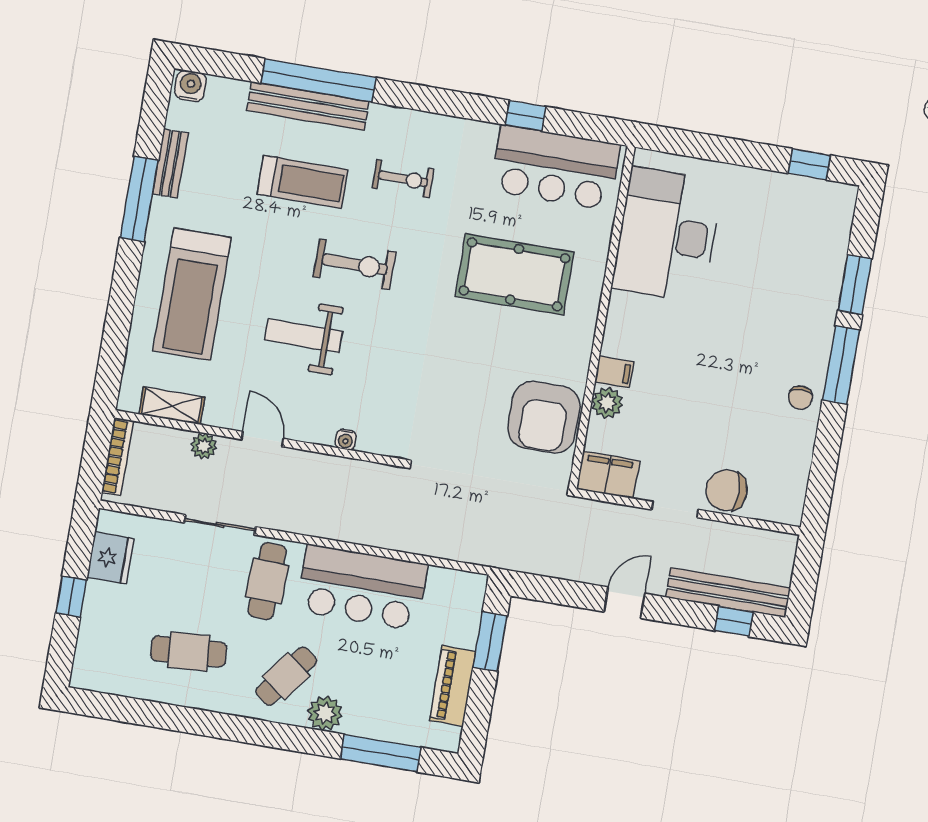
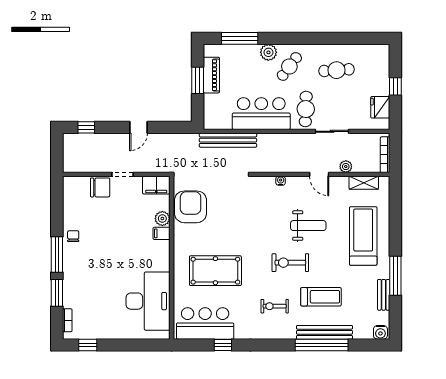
treadmill: (303, 182) -> (321, 297), turned 180
bookcase: (843, 223) -> (67, 320), added
bench: (728, 593) -> (228, 140), moved
window: (490, 642) -> (198, 80), moved

